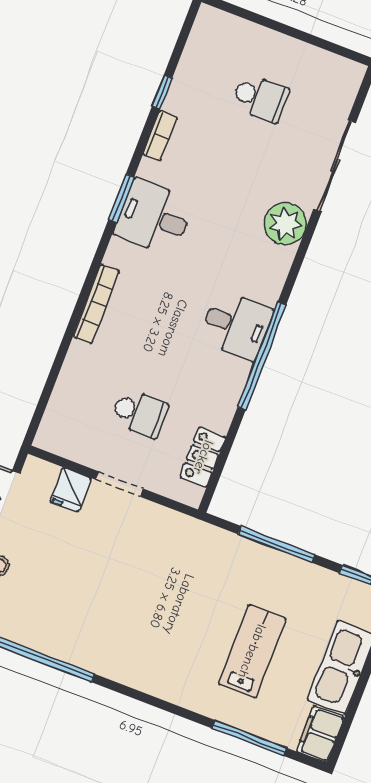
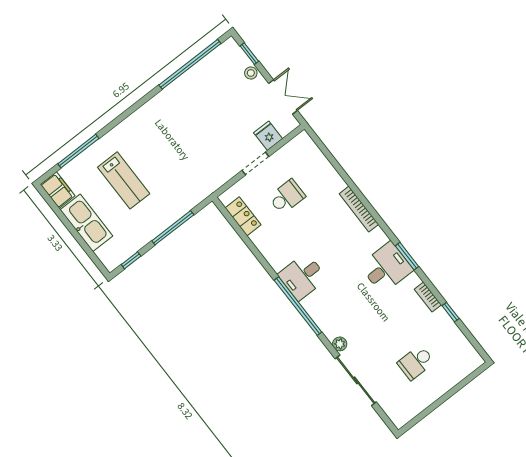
plant: (285, 224) -> (340, 344), width x0.53, depth x0.53
window: (262, 356) -> (298, 306), moved
school desk: (139, 413) -> (287, 197), turned 180

